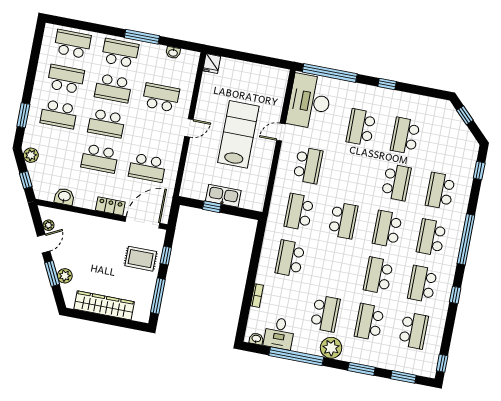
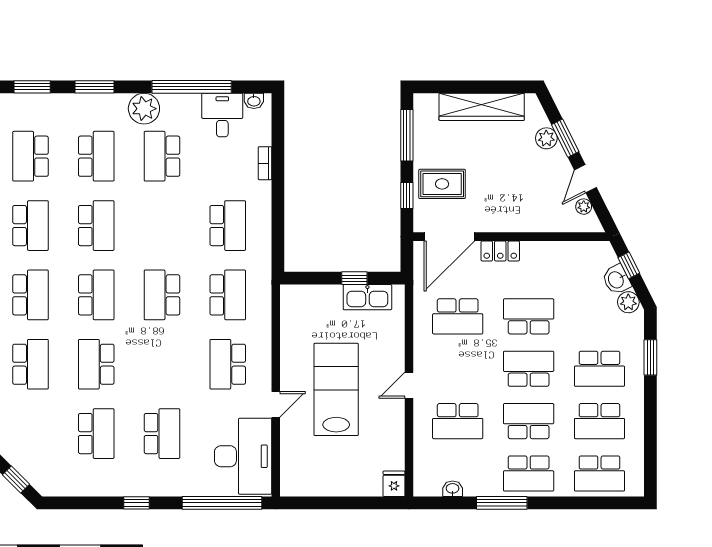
school desk: (59, 114) -> (599, 369), turned 180
lab bench: (238, 134) -> (336, 389), turned 180
school desk: (147, 168) -> (458, 316), turned 180
kitchen sink: (223, 196) -> (367, 297), moved
washbasin: (64, 197) -> (616, 280), moved, turned 63

